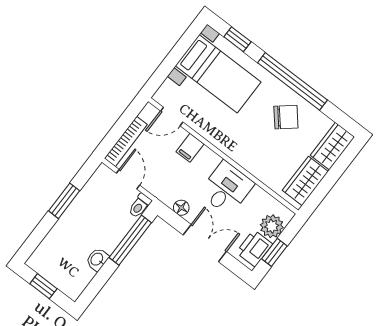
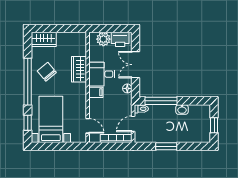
filing cabinet: (190, 148) -> (96, 92), moved
wardrobe: (305, 181) -> (79, 69), moved, turned 90
window: (274, 252) -> (115, 29), removed

